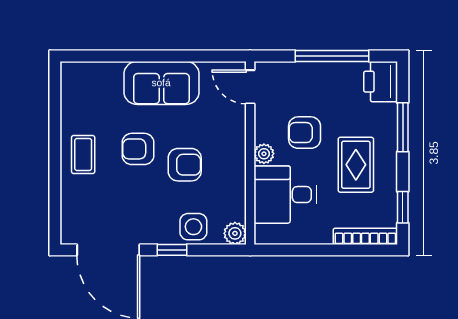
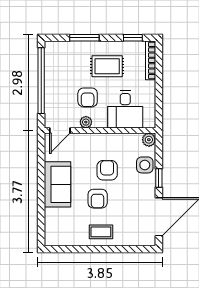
window: (332, 56) -> (41, 81), width x1.46
printer: (381, 82) -> (57, 51), removed
plant: (264, 154) -> (86, 122), moved

